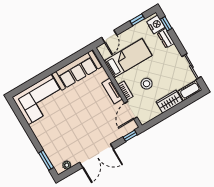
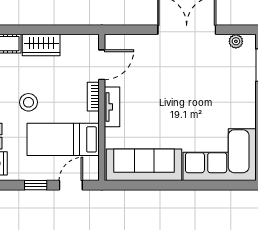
window: (137, 20) -> (36, 185), moved
stool: (147, 84) -> (28, 102), moved
window: (130, 136) -> (124, 30), removed

